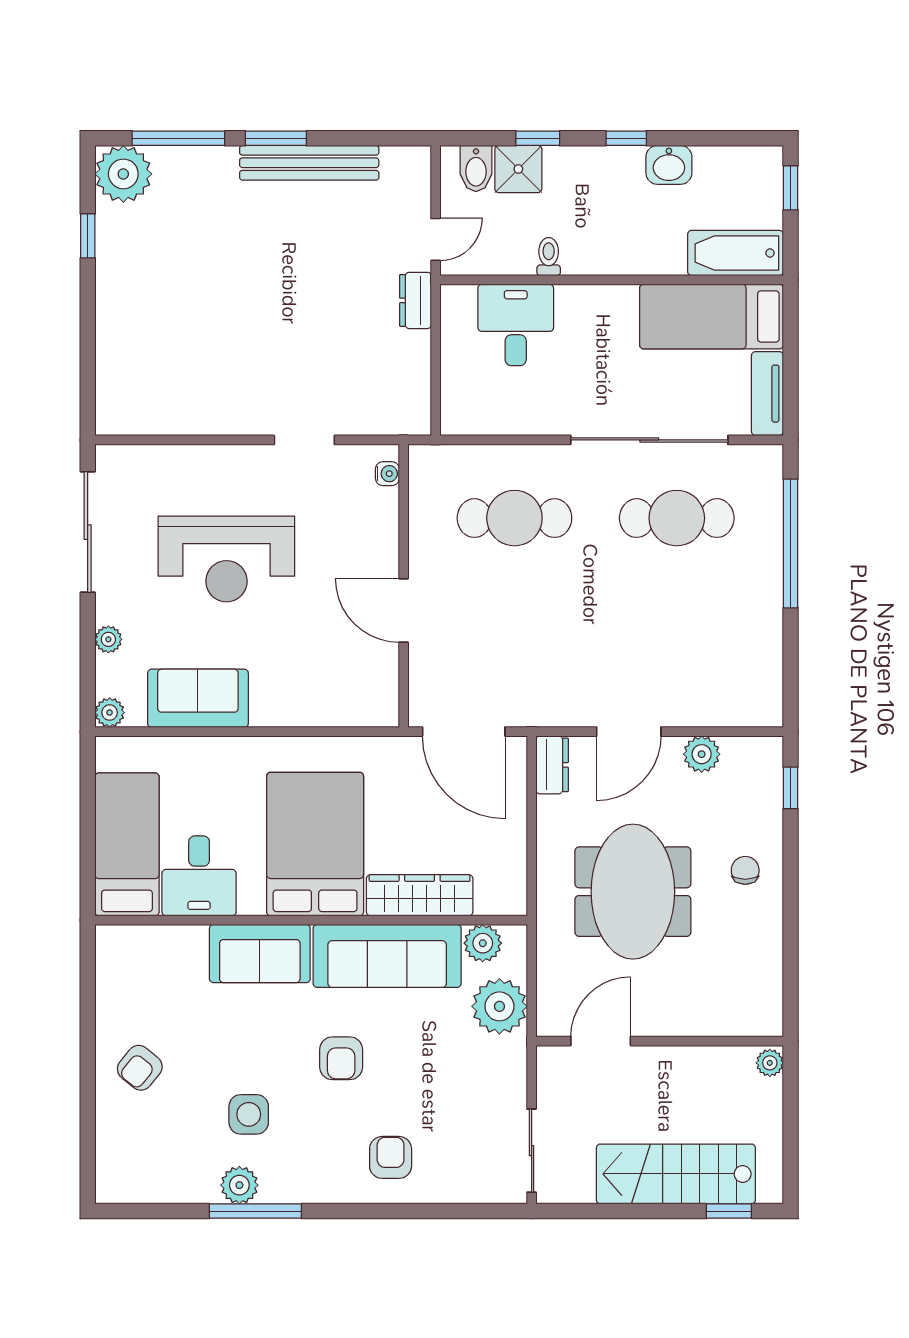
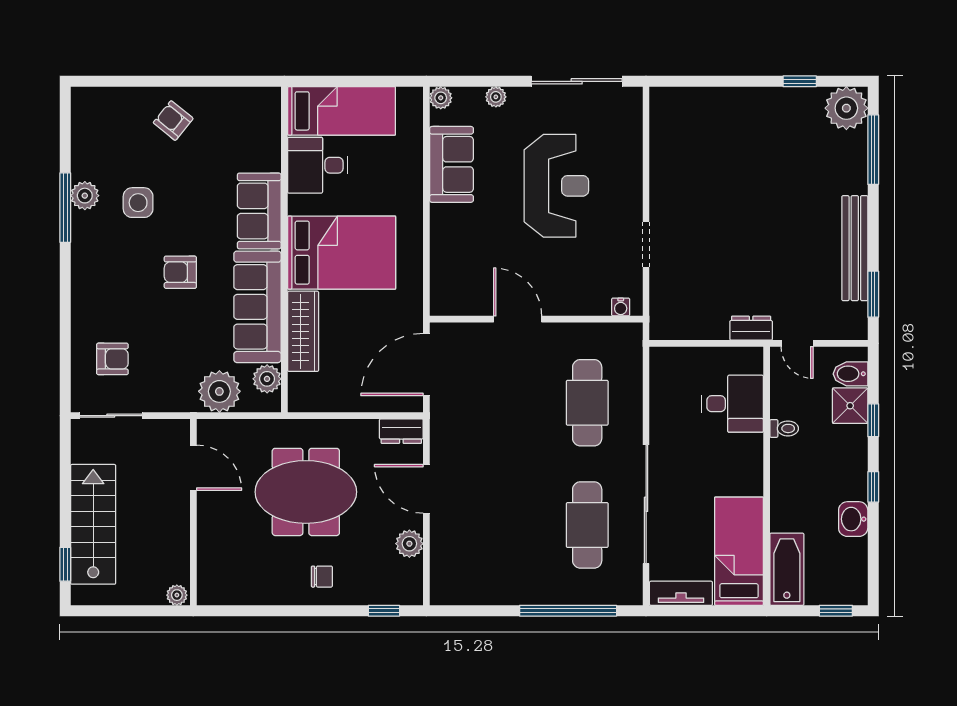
window: (276, 138) -> (873, 294), moved
reception desk: (226, 559) -> (556, 186), turned 180
door: (404, 610) -> (518, 319), hinge flipped
armchair: (391, 1157) -> (112, 359), moved

